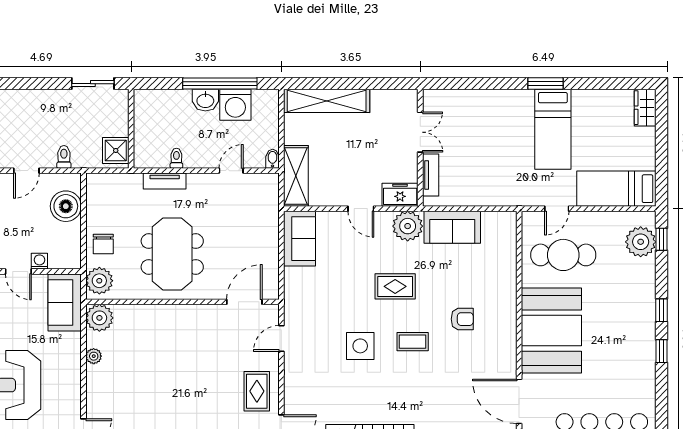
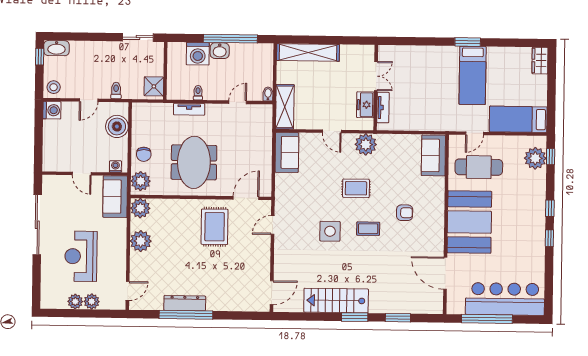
washing machine: (235, 105) -> (198, 54), moved
freezer: (400, 195) -> (365, 105), moved, turned -90
sofa: (452, 227) -> (433, 155), moved, turned 90
washing machine: (39, 261) -> (115, 167), moved
plant: (94, 356) -> (141, 241), width x1.88, depth x1.88
rug: (257, 391) -> (215, 227), moved, width x1.36, depth x1.43

